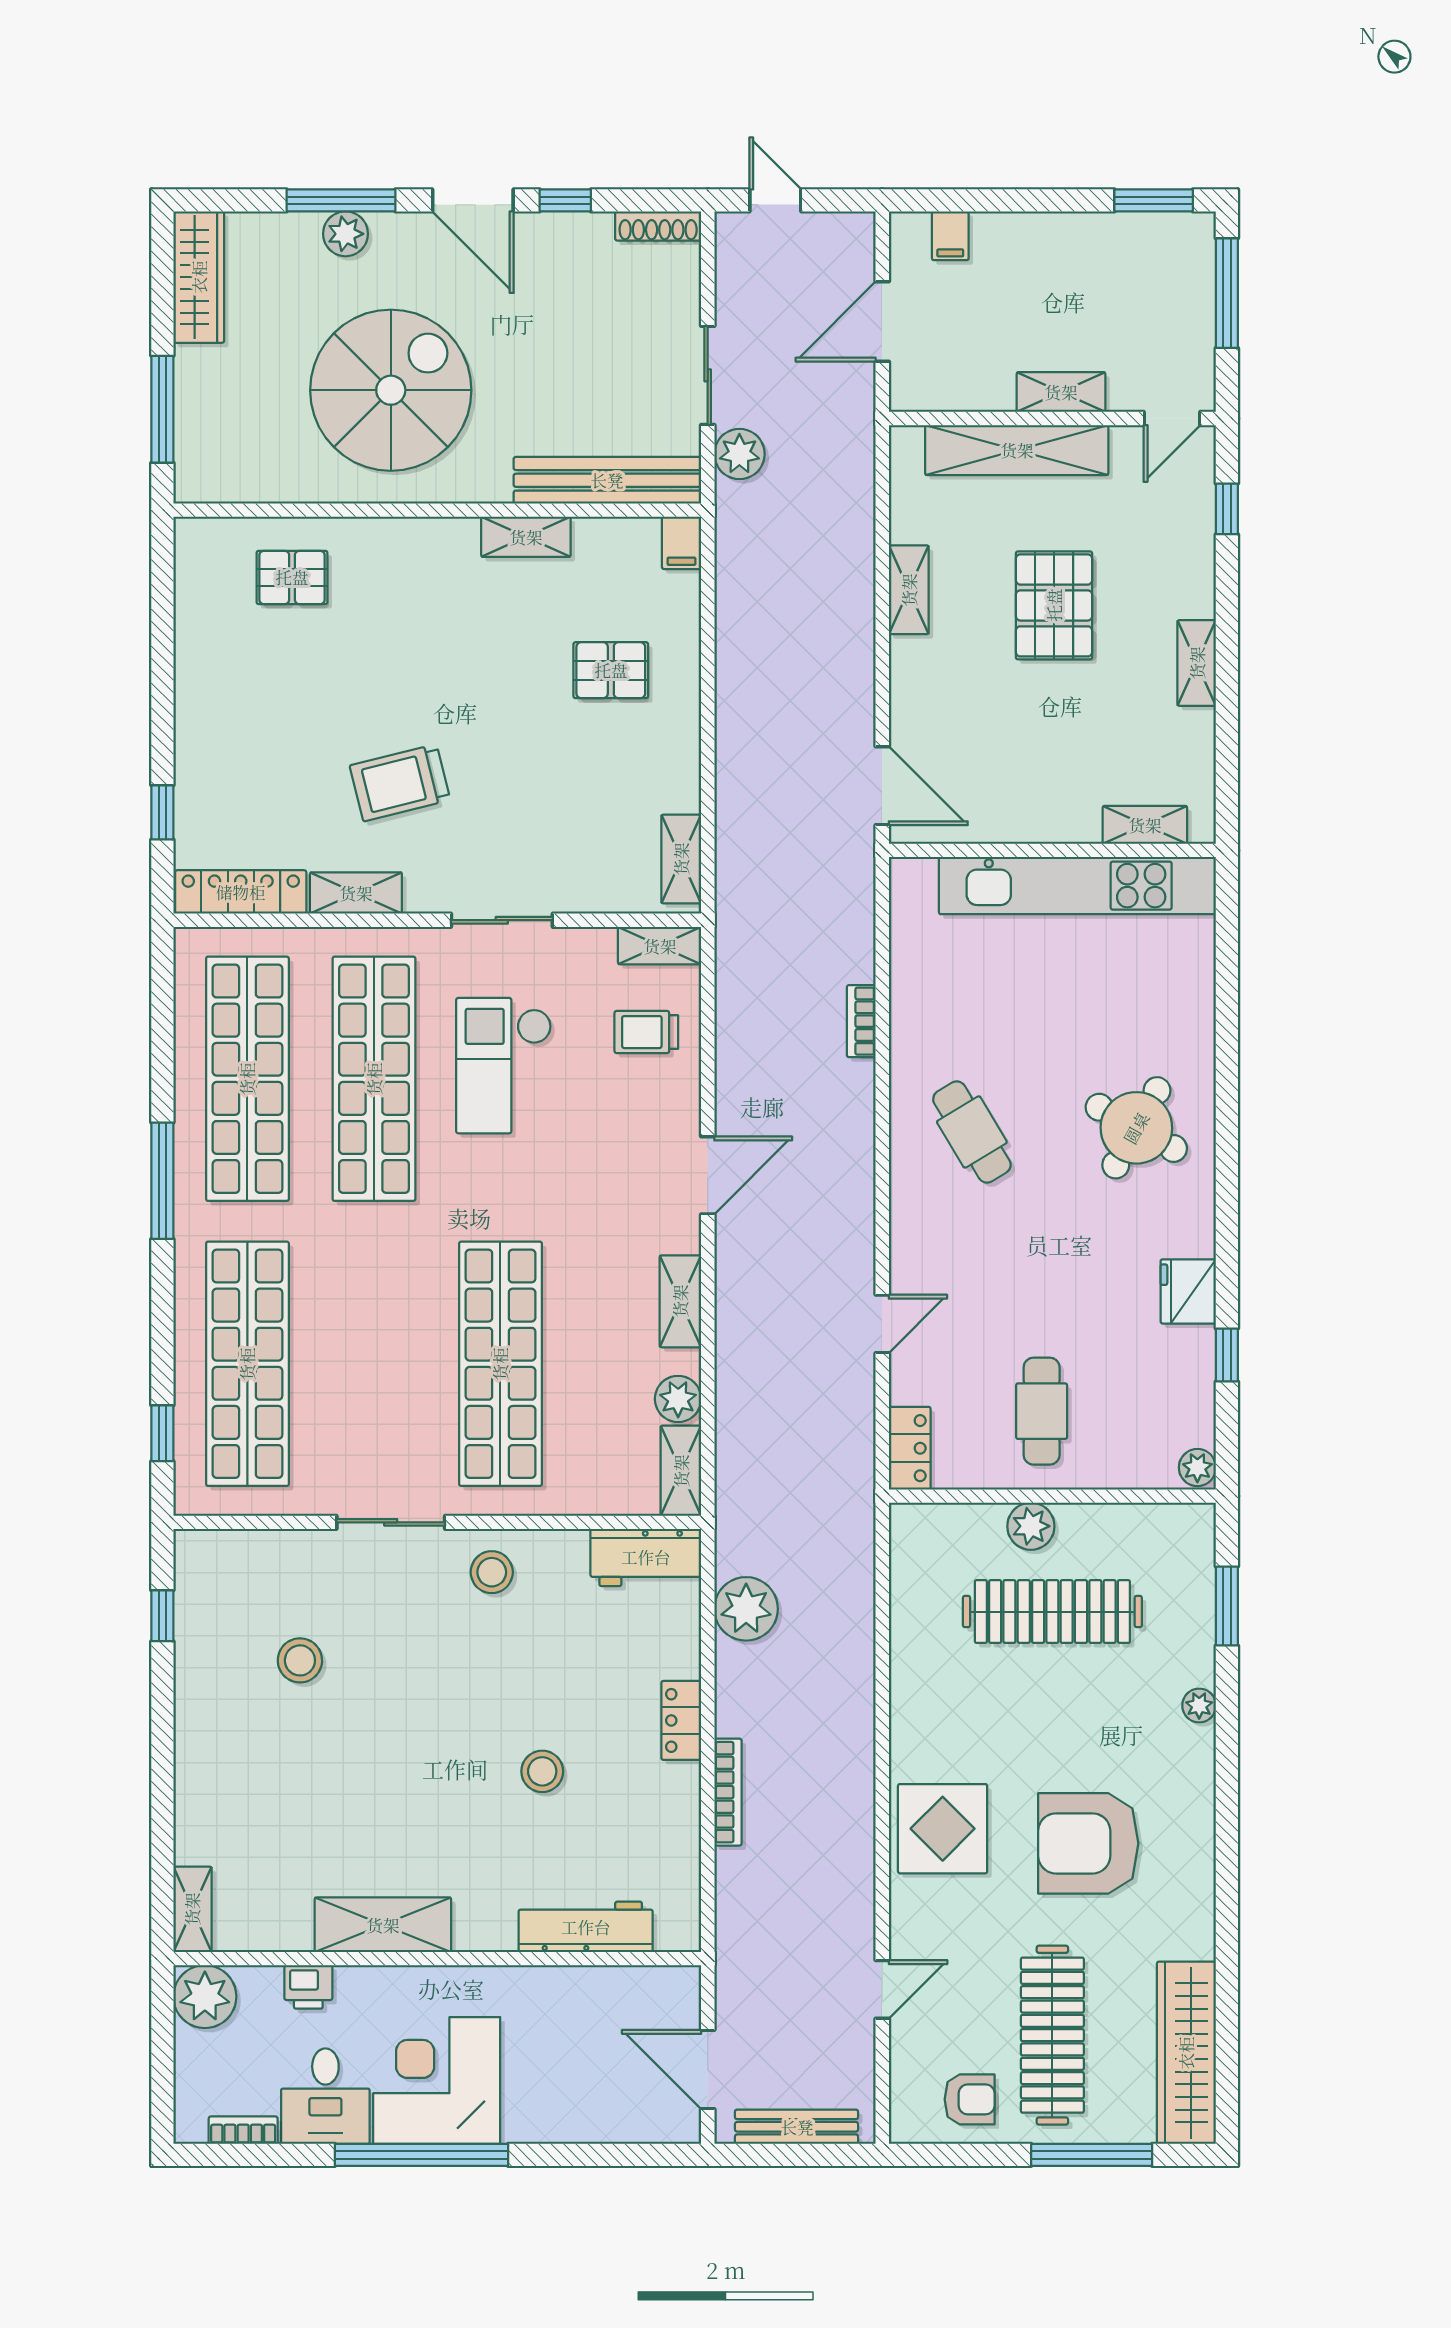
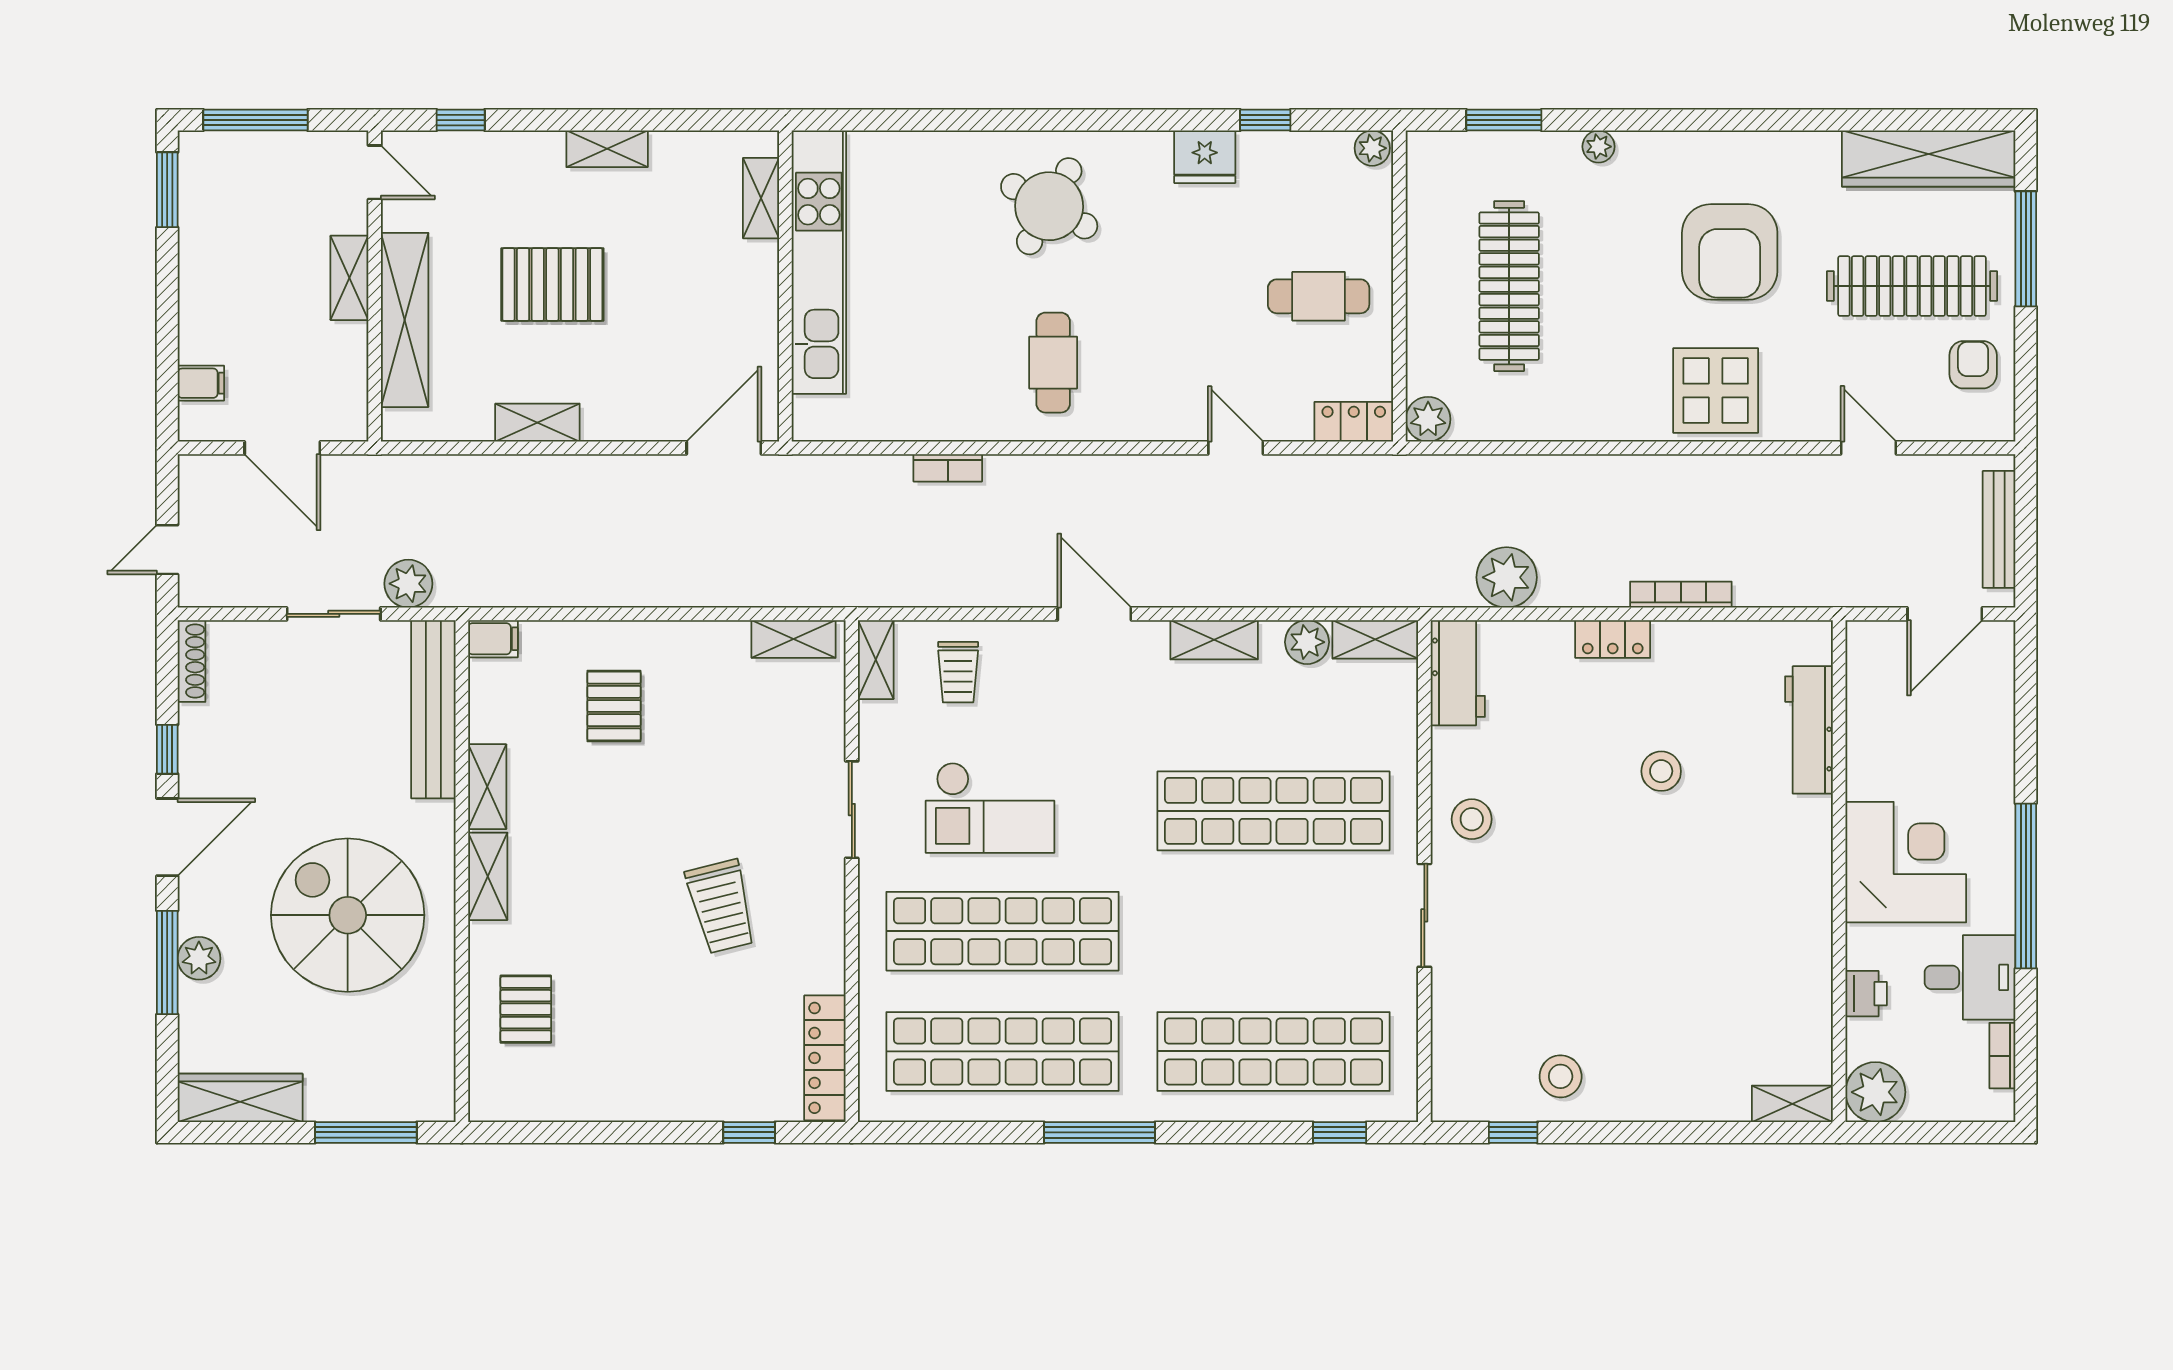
shelving: (356, 893) -> (488, 876), moved
cafe table: (972, 1132) -> (1053, 363), turned -59
plant: (1031, 1526) -> (1428, 419), moved
stool: (300, 1660) -> (1561, 1076), moved
shelving: (383, 1925) -> (1807, 923), removed
corner desk: (437, 2081) -> (1906, 862), moved, turned 180

